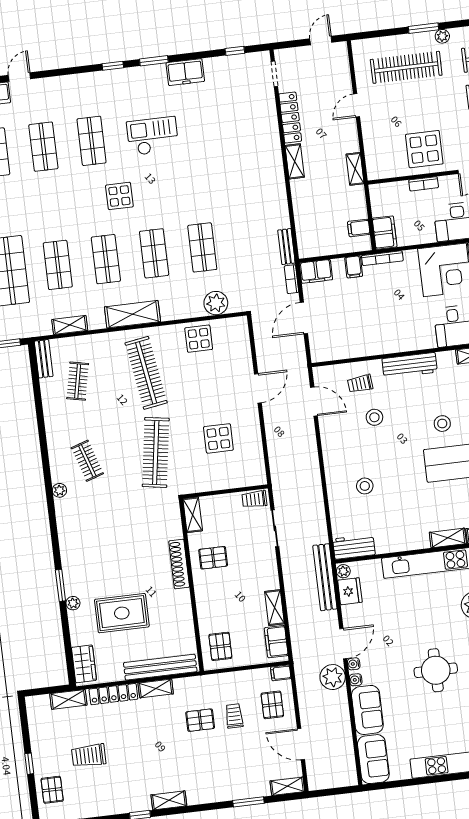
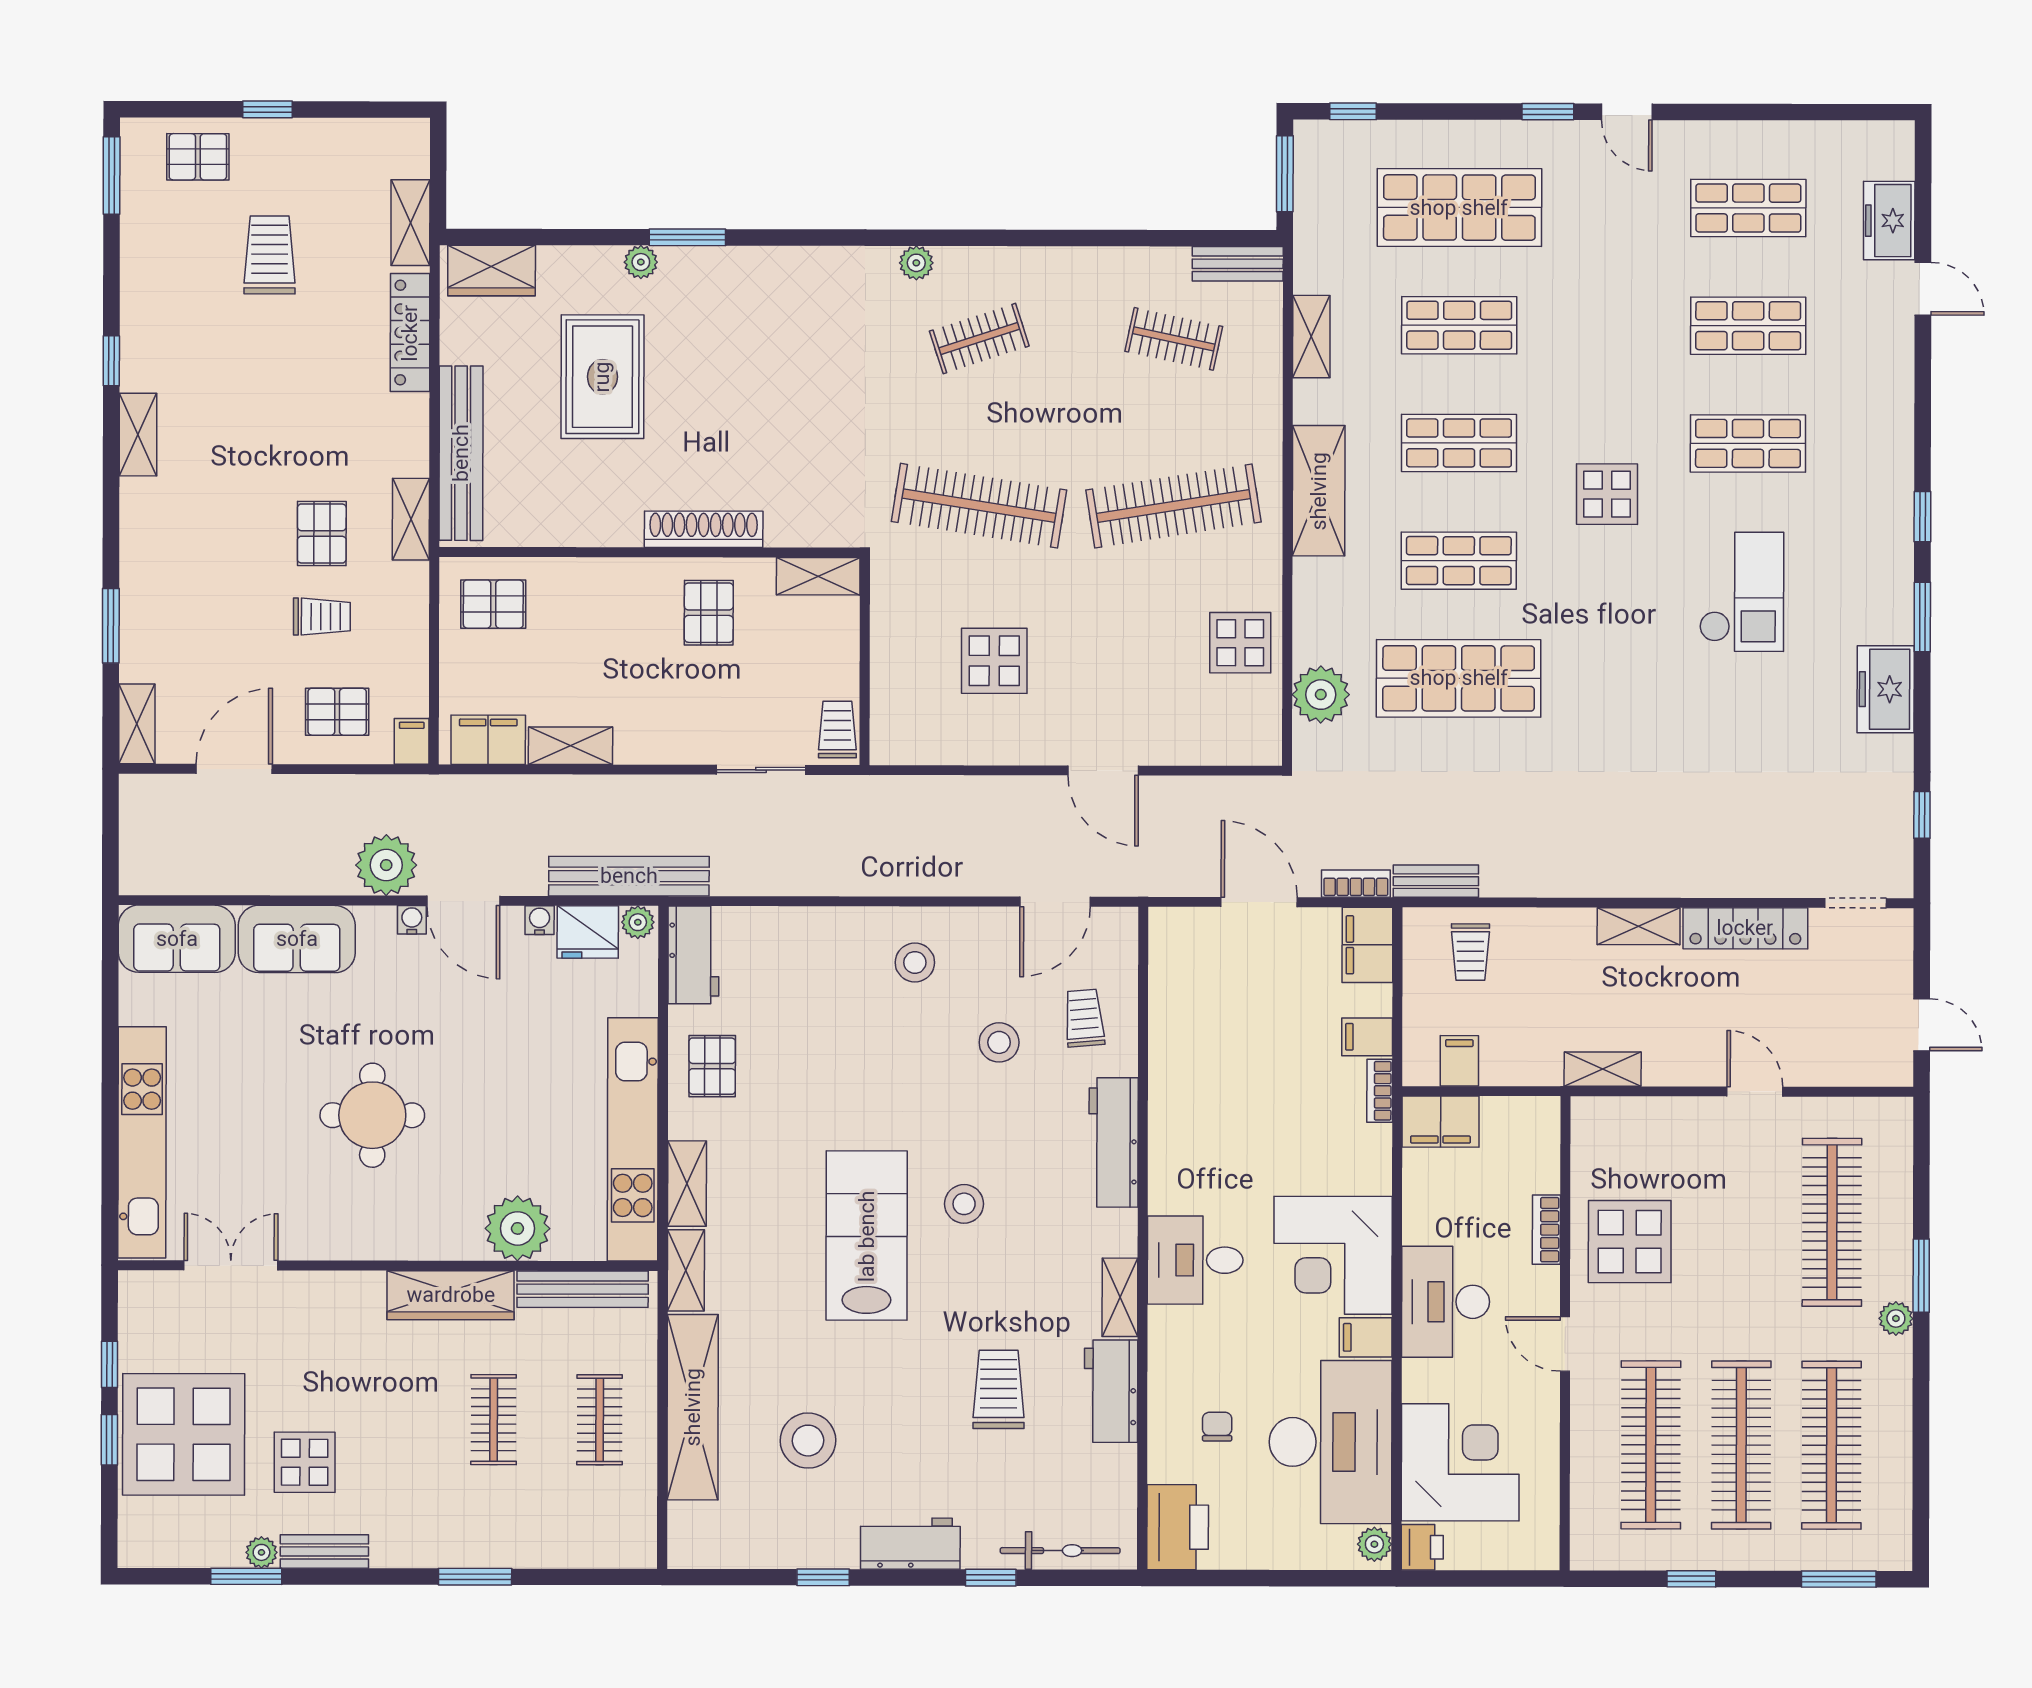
trolley: (314, 229) -> (1470, 952), added
shop shelf: (202, 247) -> (1459, 678), width x1.43, depth x1.36
bookcase: (382, 258) -> (1380, 1091), width x0.64
stool: (365, 486) -> (915, 962), moved
pallet: (399, 534) -> (712, 1066), added
water cooler: (356, 680) -> (540, 920), moved
shelving: (156, 688) -> (411, 519), moved

